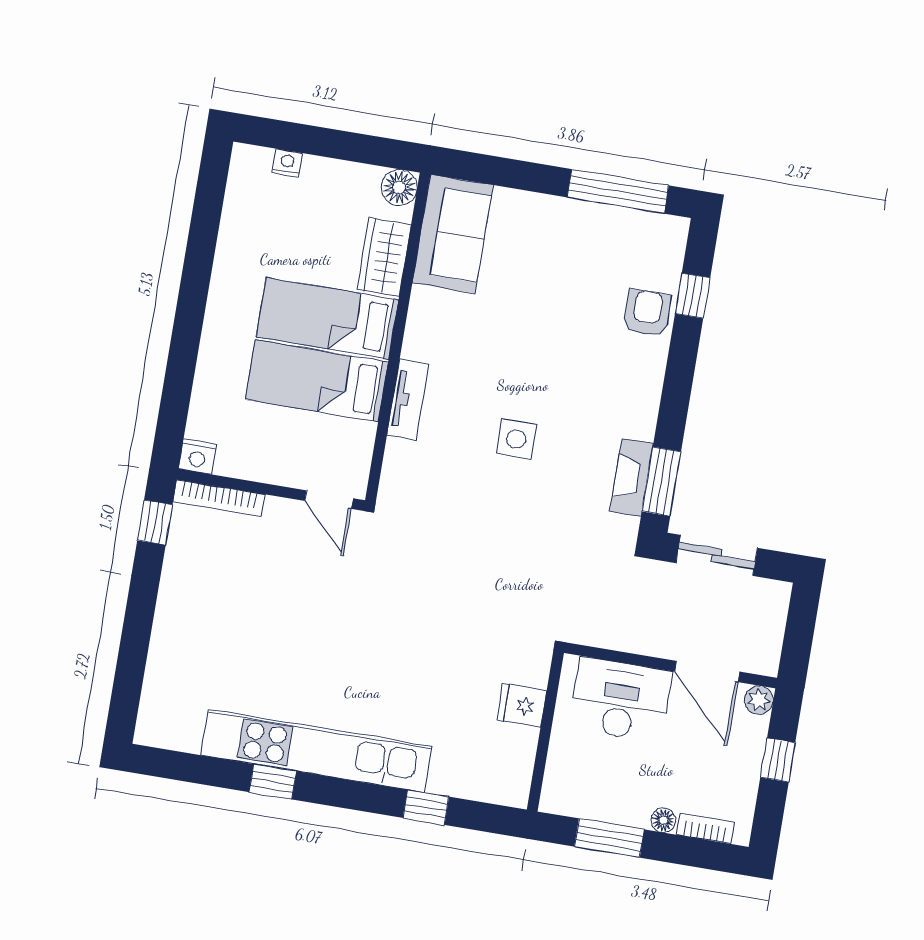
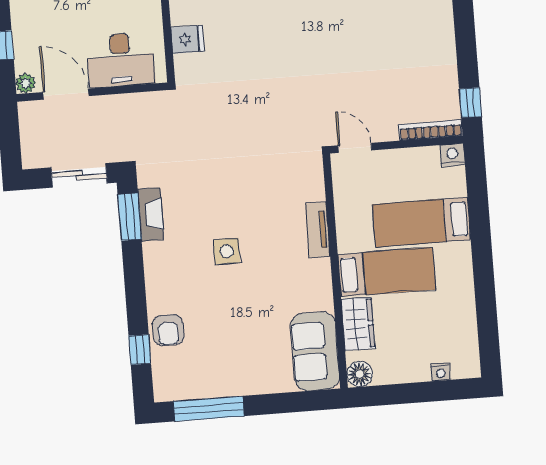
bed: (317, 381) -> (422, 222), moved, turned 180
side table: (517, 439) -> (227, 251), moved

